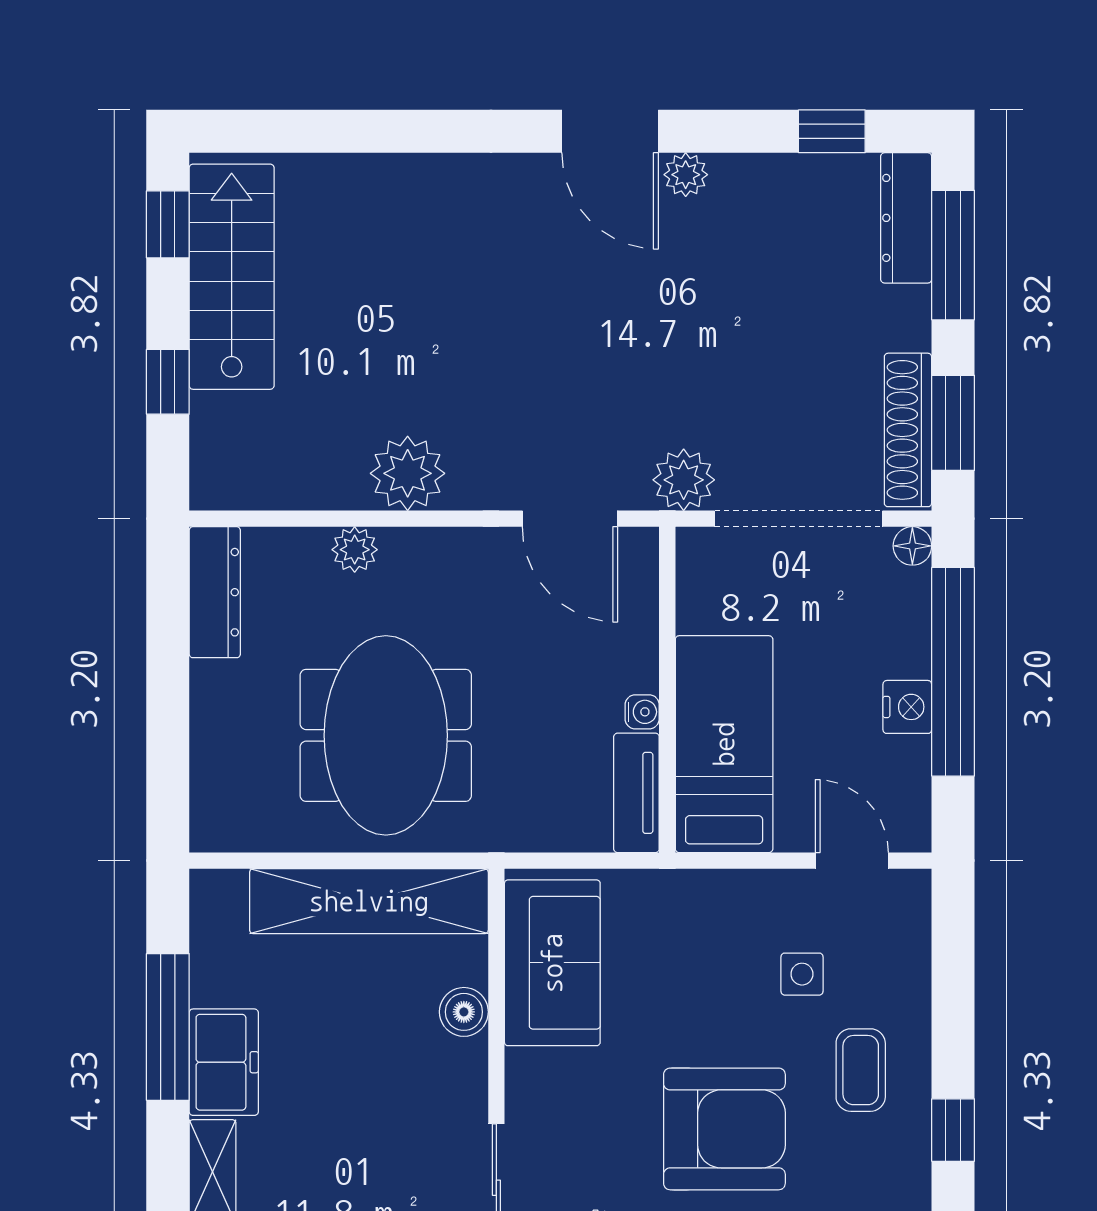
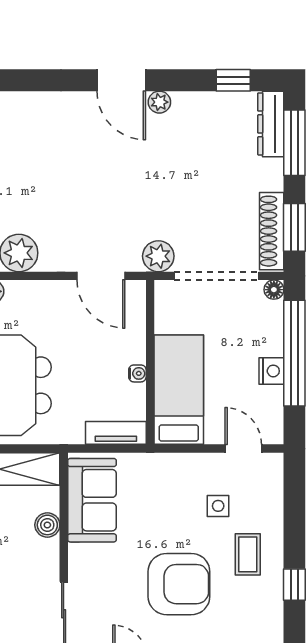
tv unit: (636, 793) -> (116, 433), moved, turned 90

